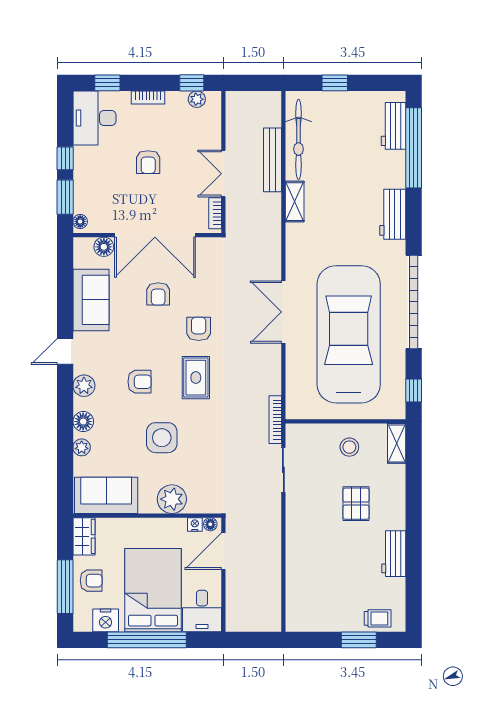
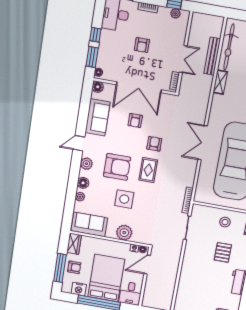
double door: (223, 174) -> (183, 59), swing flipped
floor lamp: (104, 247) -> (98, 87), moved
armchair: (140, 382) -> (117, 167), width x1.88, depth x1.88

